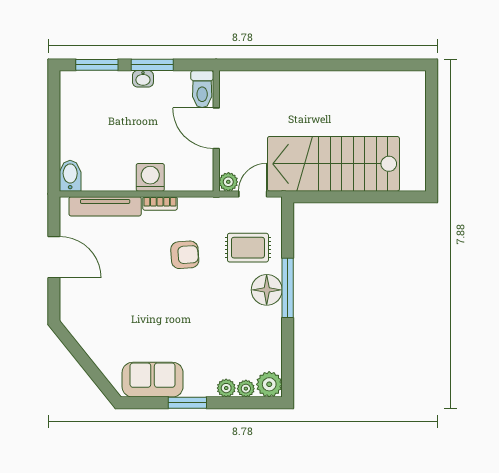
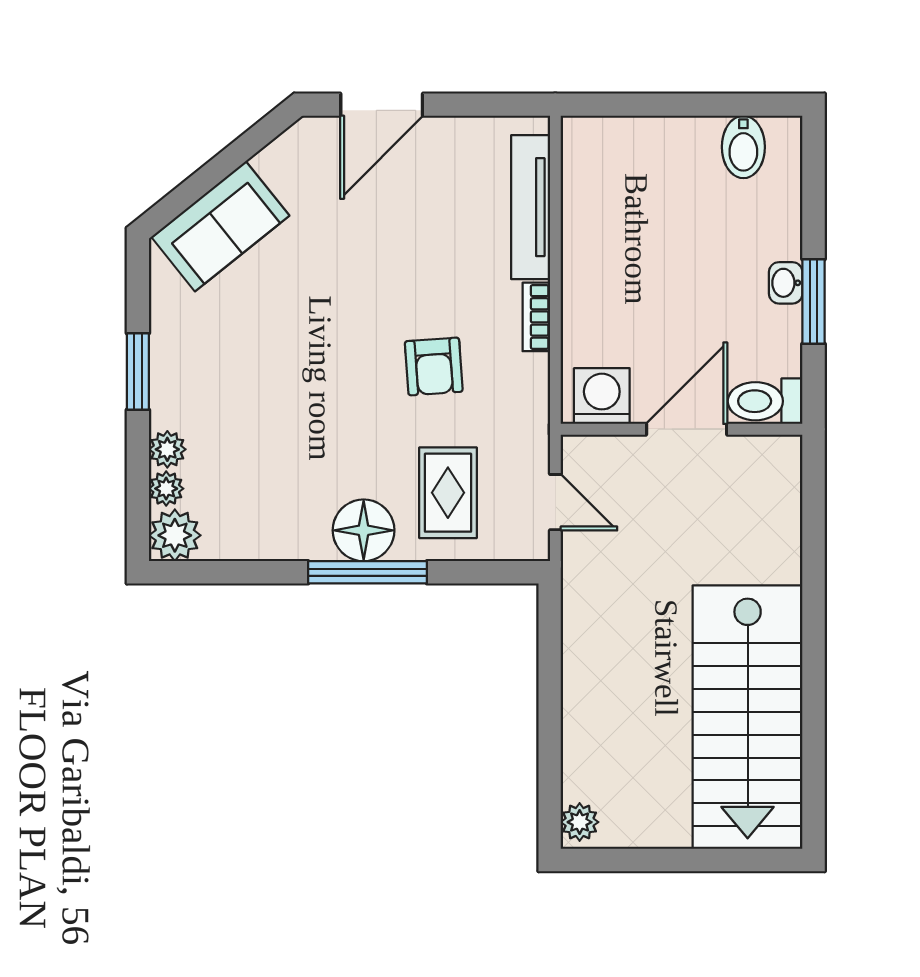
window: (97, 65) -> (813, 191), removed
stairs: (333, 164) -> (748, 717), moved, turned 180
bidet: (70, 176) -> (743, 147), moved, turned 90
washing machine: (150, 177) -> (602, 396), moved, turned -90
plant: (228, 182) -> (580, 822), moved
door: (54, 257) -> (382, 105), moved
sofa: (153, 380) -> (220, 226), moved, turned 51

